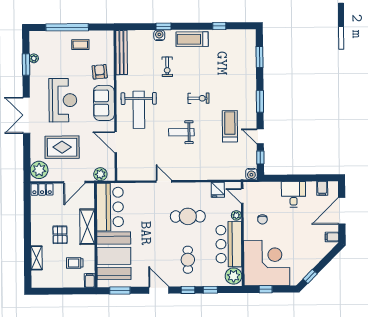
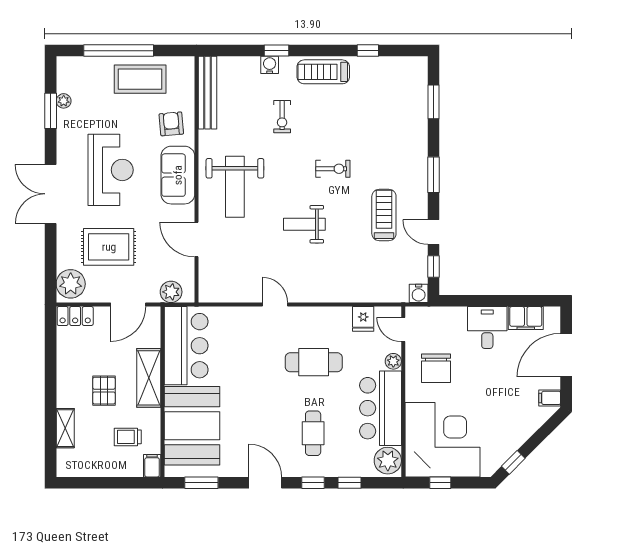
coffee table: (80, 45) -> (140, 79), width x1.86, depth x1.72
filing cabinet: (322, 188) -> (526, 318), width x2.00
chair: (262, 219) -> (436, 368), width x1.87, depth x1.87

